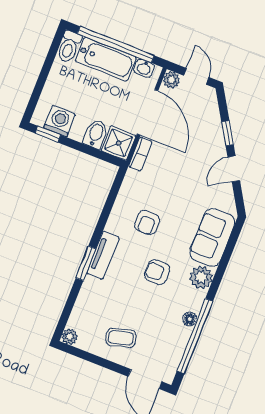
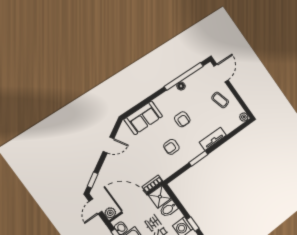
door: (147, 112) -> (135, 203), hinge flipped
window: (227, 133) -> (93, 180), moved
armchair: (147, 223) -> (171, 147), turned 180
tv unit: (103, 255) -> (213, 139), moved
window: (86, 263) -> (198, 158), moved
plant: (201, 277) -> (162, 102), removed

